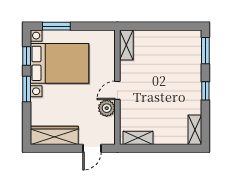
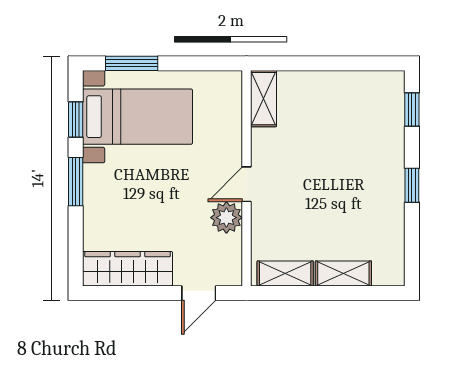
window: (205, 51) -> (412, 109), width x0.67
bed with nightstands: (59, 63) -> (137, 117), width x0.73
shelving: (195, 130) -> (343, 273), moved, turned 90

